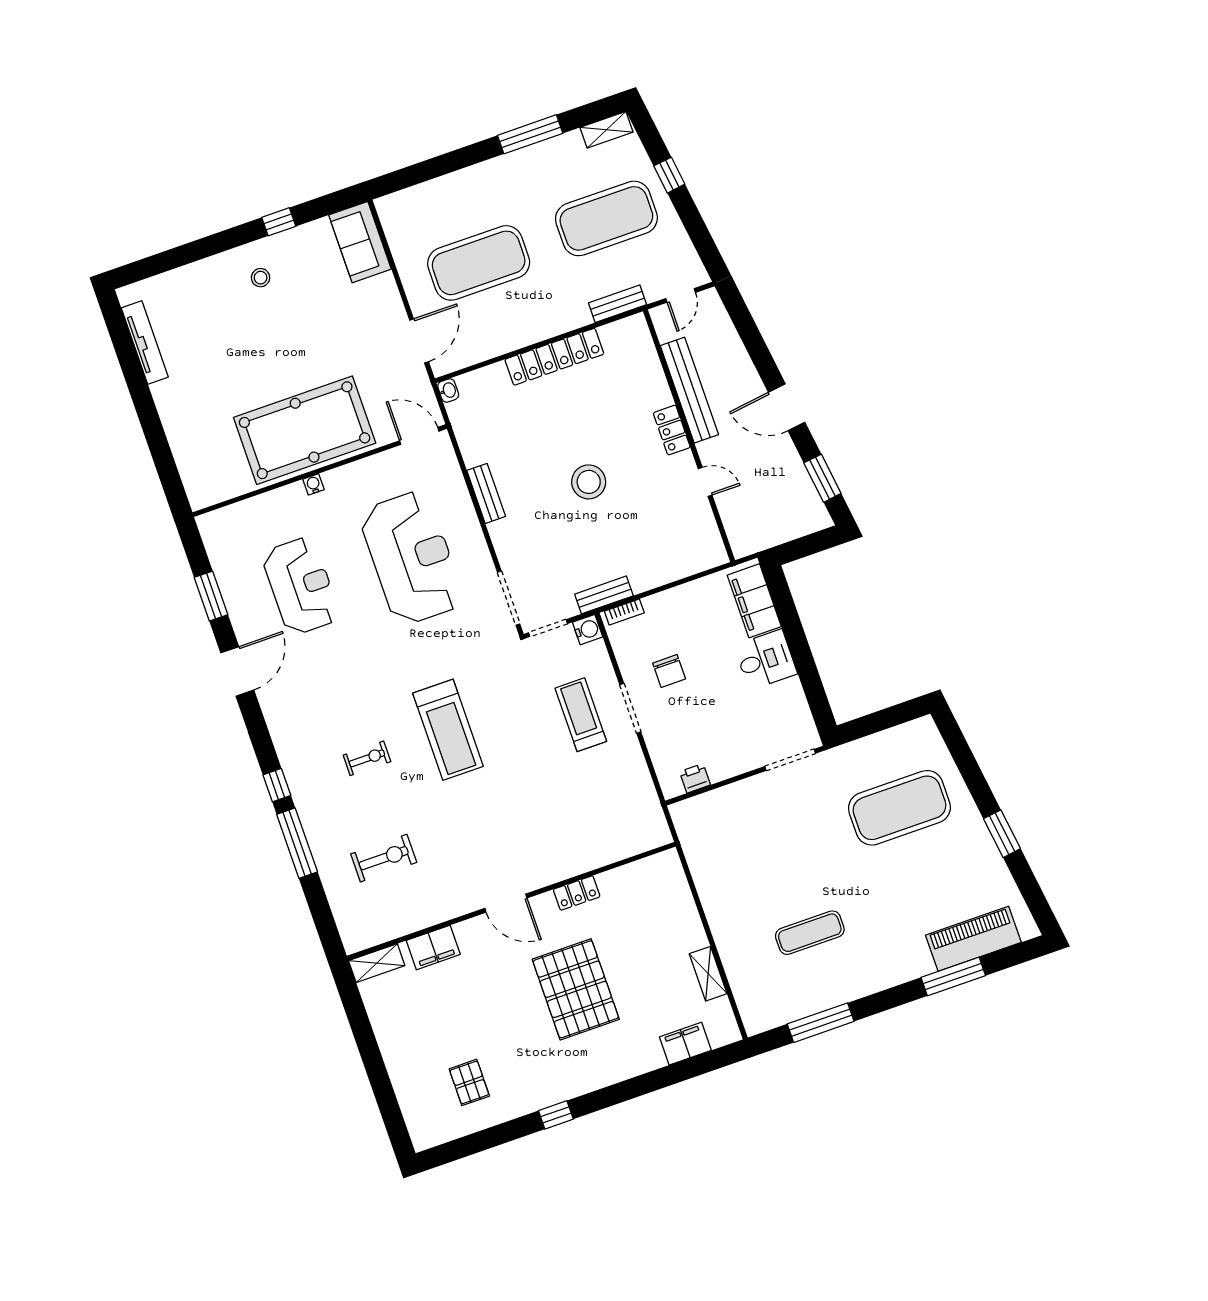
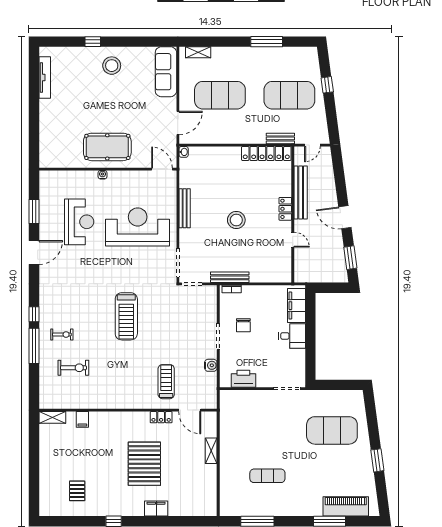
shelving: (606, 130) -> (198, 52), moved
window: (279, 222) -> (93, 42), moved
sofa: (360, 242) -> (166, 72), width x1.36
stool: (261, 278) -> (112, 66), width x1.89, depth x1.89
locker: (554, 357) -> (266, 153), moved
pool table: (305, 430) -> (107, 147), width x0.73, depth x0.76
bench: (486, 493) -> (185, 208), width x1.36
reception desk: (412, 558) -> (138, 227), turned -90
bench: (604, 595) -> (230, 277), width x1.36
water cooler: (588, 630) -> (211, 365), moved
treadmill: (581, 715) -> (166, 382), moved
exercise bike: (367, 758) -> (62, 335), moved
printer: (695, 778) -> (243, 379), width x1.87, depth x1.48
door: (506, 903) -> (190, 410), moved
filing cabinet: (433, 947) -> (82, 419), width x0.50
shelving: (708, 974) -> (211, 451), moved
filing cabinet: (685, 1044) -> (156, 509), moved

